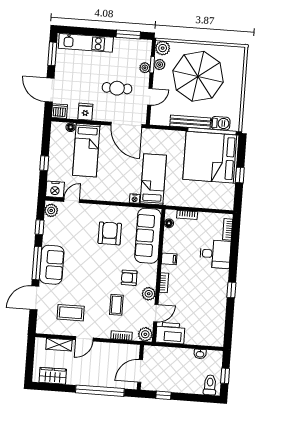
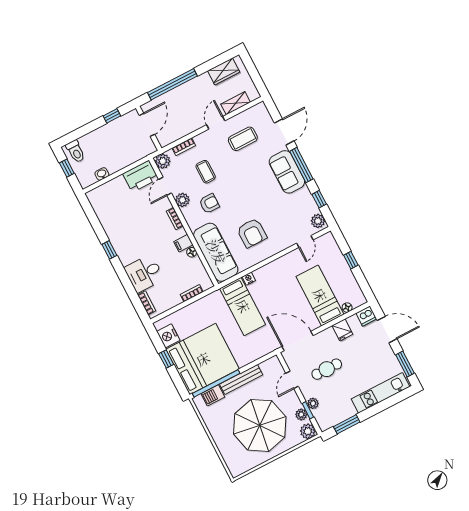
nightstand: (55, 189) -> (168, 336), moved, turned -90
floor lamp: (169, 223) -> (192, 252), moved

